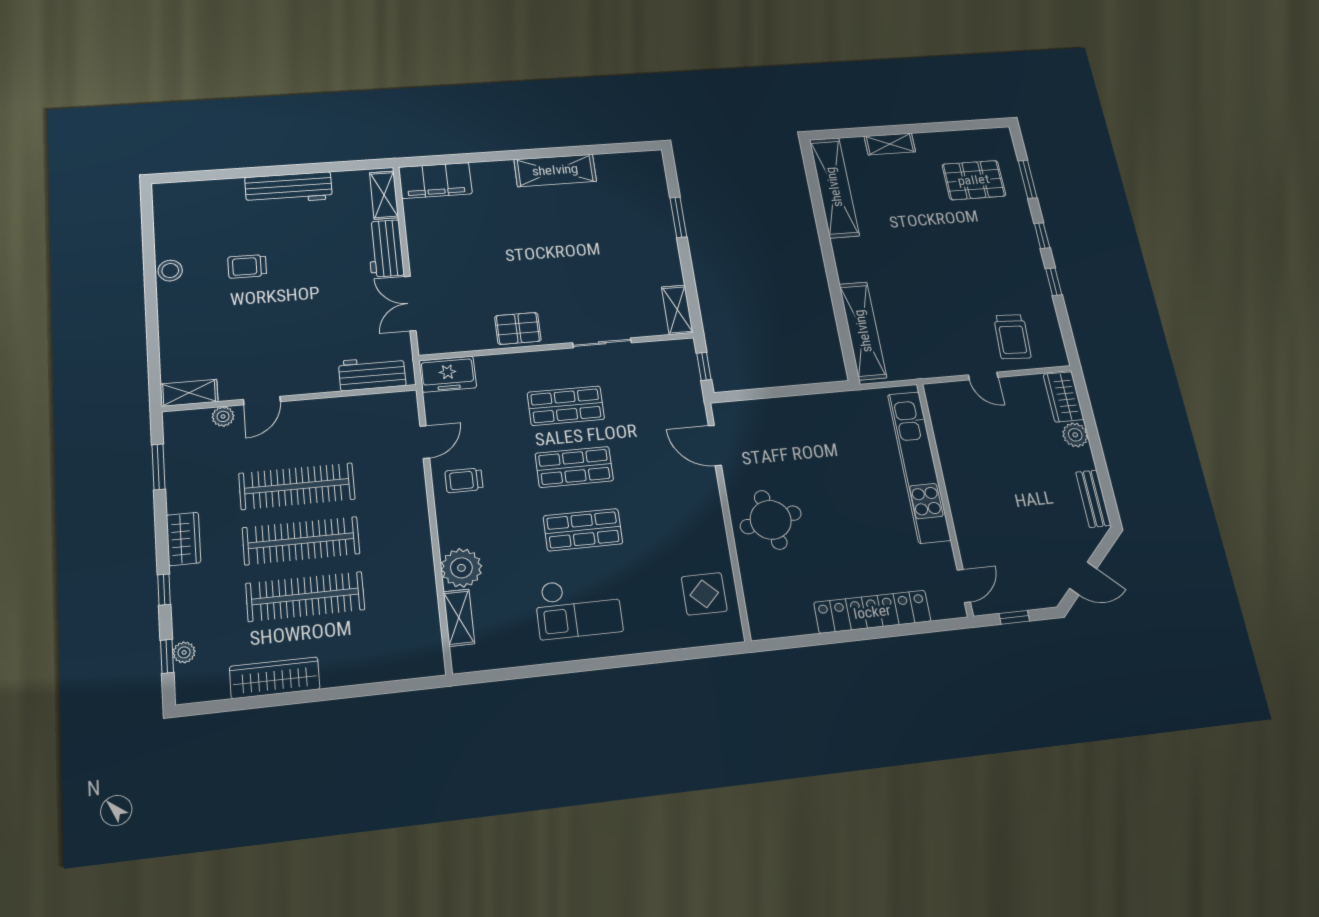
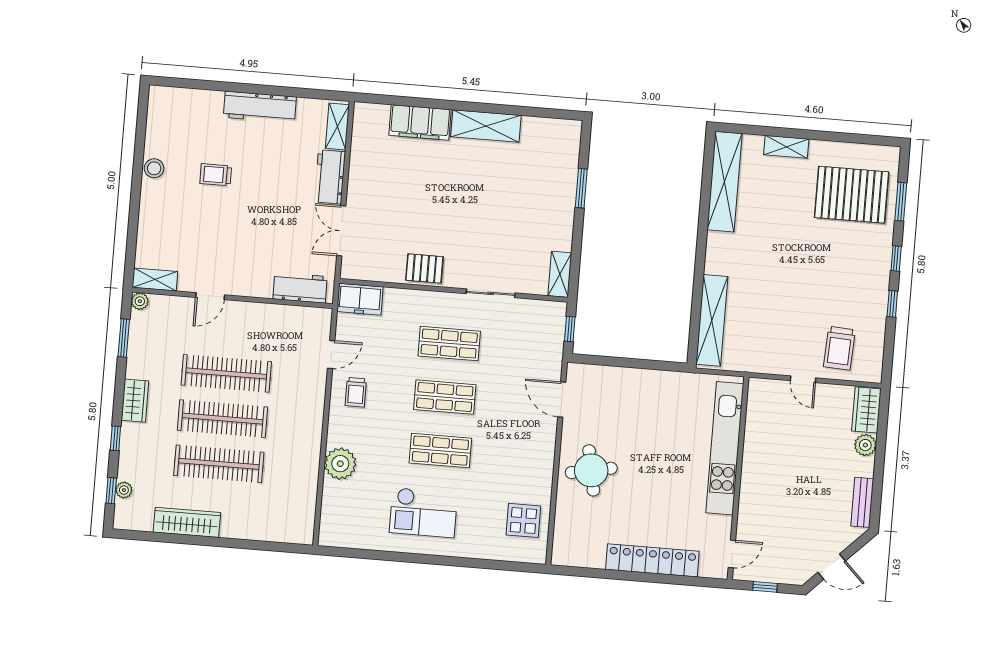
filing cabinet: (435, 180) -> (420, 122), moved
pallet: (974, 180) -> (852, 195), width x1.37, depth x1.41
plant: (223, 416) -> (140, 301), moved
trolley: (464, 480) -> (356, 392), turned -90
shelving: (459, 618) -> (331, 503), removed

